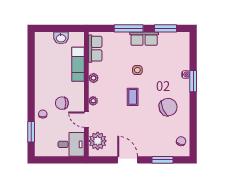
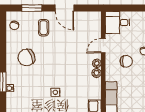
plant: (94, 78) -> (97, 73), moved
coffee table: (133, 97) -> (44, 28), moved
door: (86, 120) -> (103, 46), swing flipped
plant: (98, 141) -> (93, 26), removed

